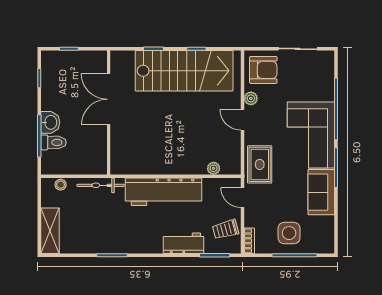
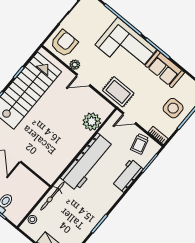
plant: (214, 168) -> (92, 122), width x1.88, depth x1.88

